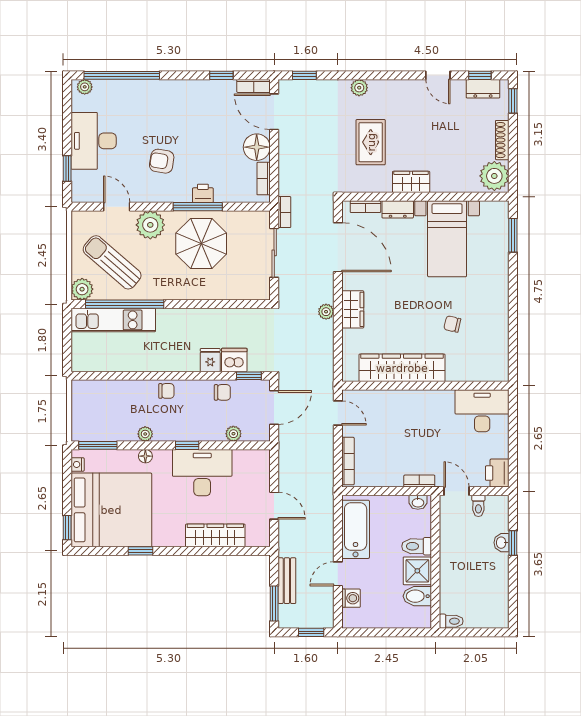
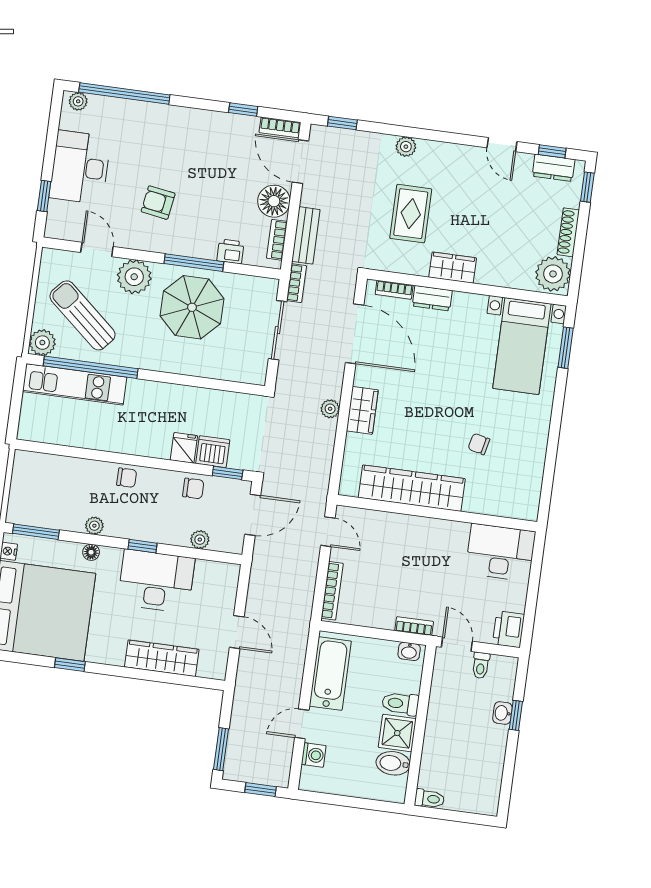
printer: (203, 193) -> (230, 251), moved
bed with nightstands: (447, 239) -> (522, 346), moved
bench: (287, 581) -> (306, 235), moved

